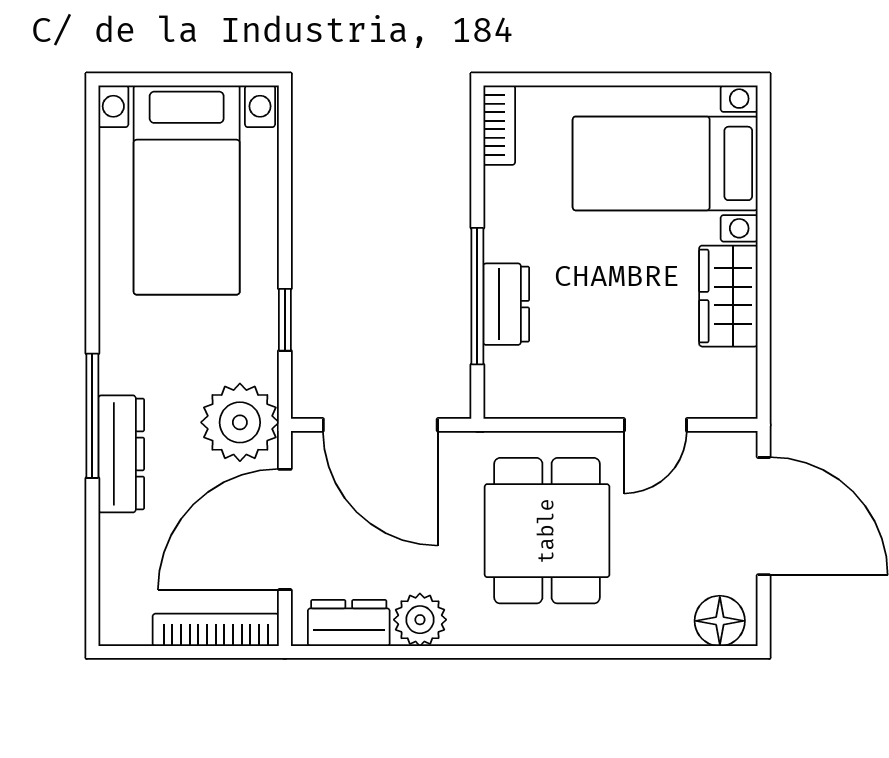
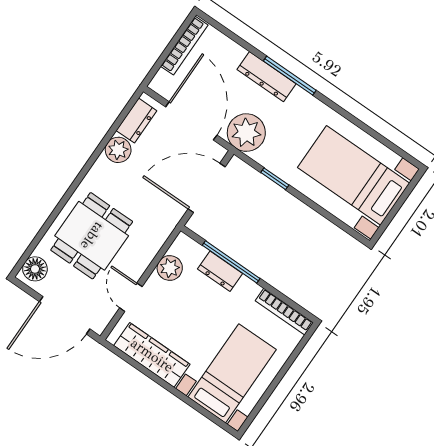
bookcase: (499, 125) -> (284, 312), width x1.56
wardrobe: (728, 296) -> (152, 355), width x1.50
plant: (560, 393) -> (170, 268), added
dining table: (547, 531) -> (92, 236), moved, turned 90
bookcase: (216, 630) -> (184, 46), moved

